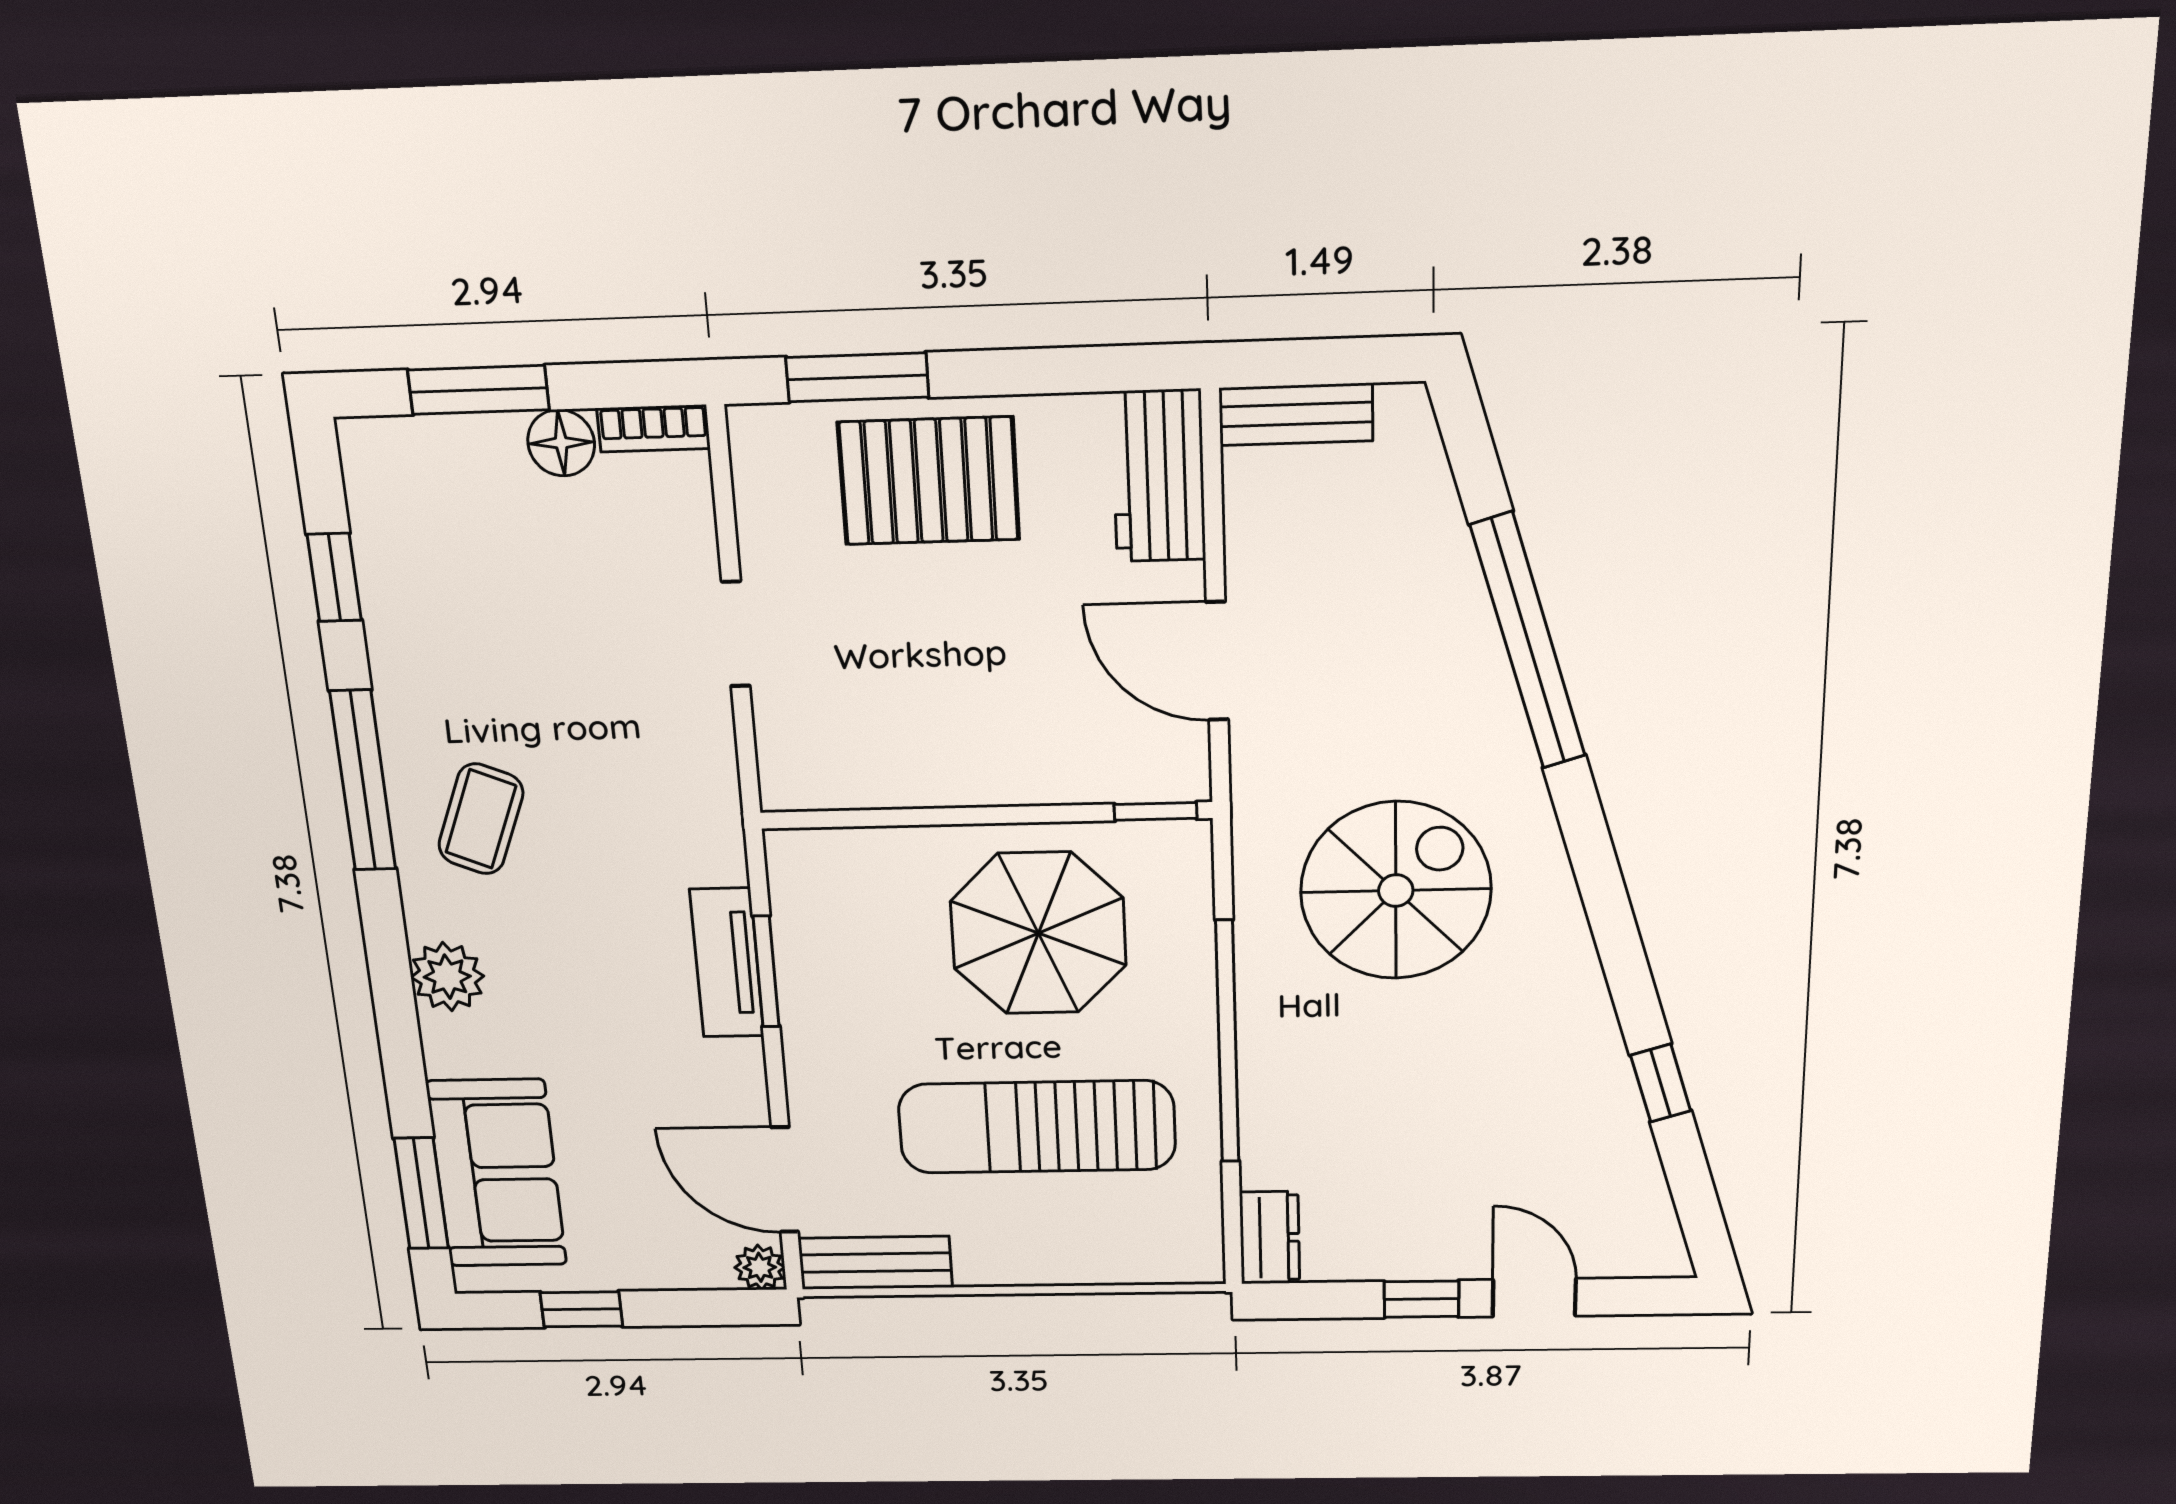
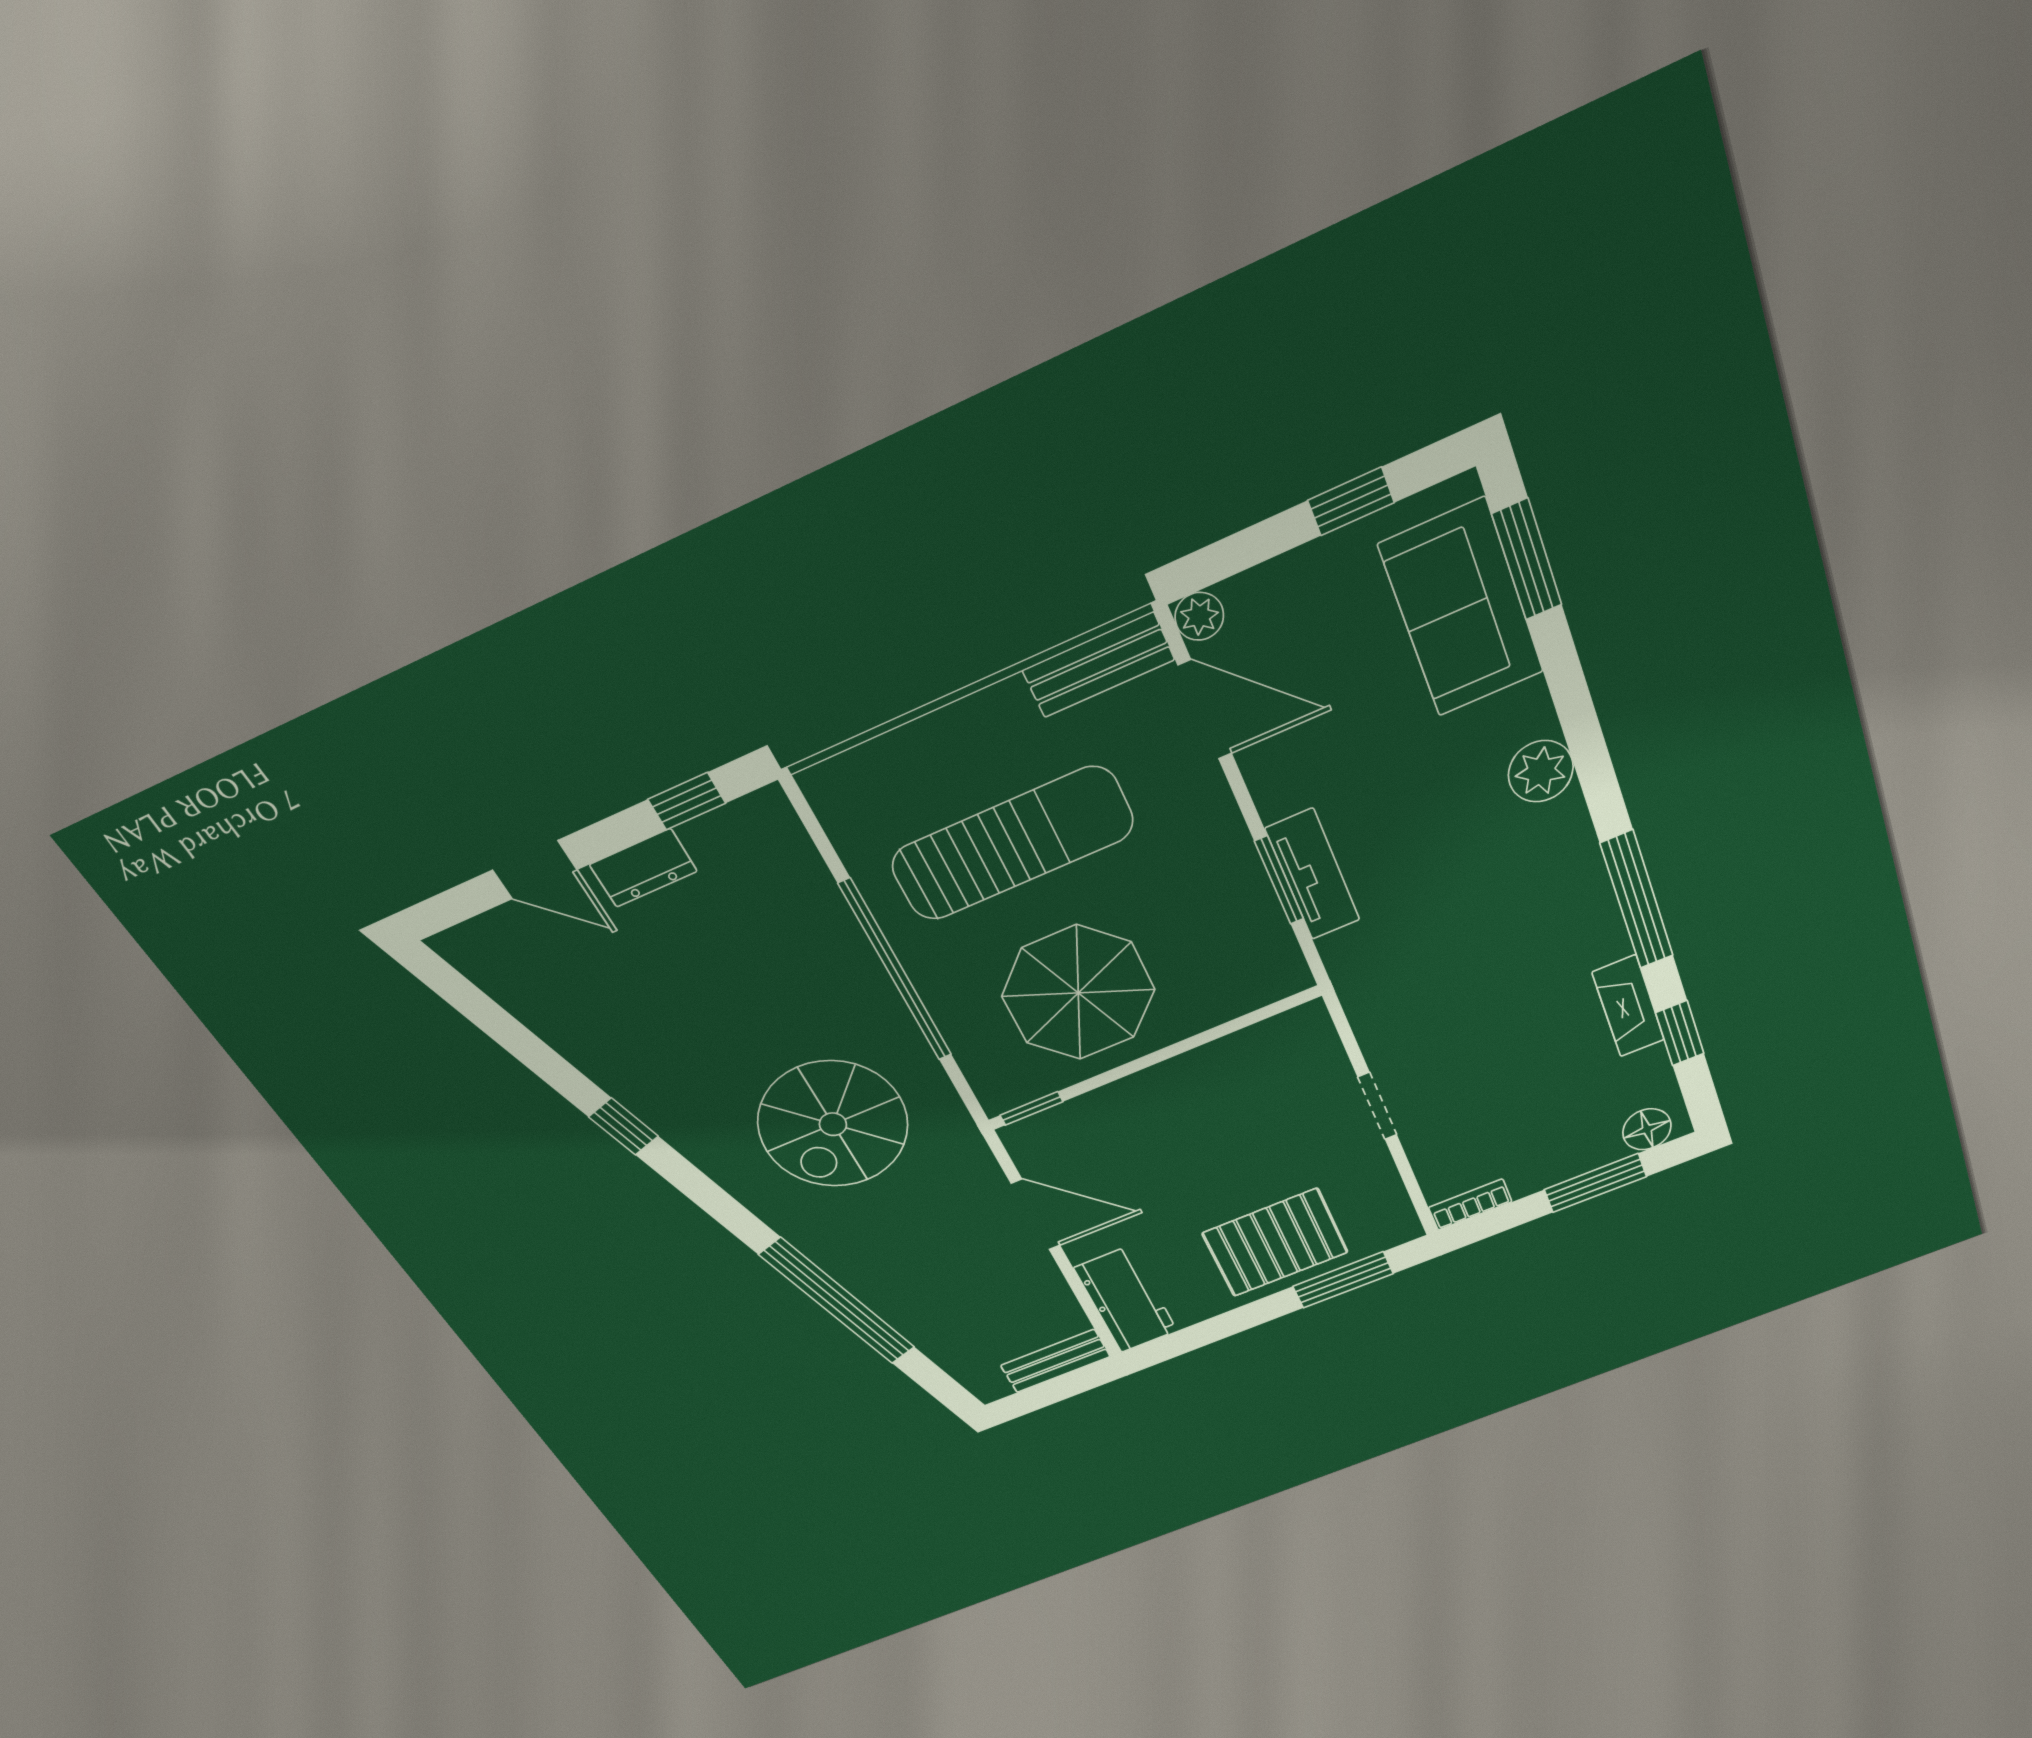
floor lamp: (561, 443) -> (1647, 1129), moved
fireplace: (394, 643) -> (1628, 1006), added
coffee table: (481, 819) -> (1538, 908), removed
window: (1661, 1083) -> (624, 1127), moved
dresser: (1270, 1238) -> (643, 868), moved, turned -90
window: (1421, 1299) -> (687, 801), moved

